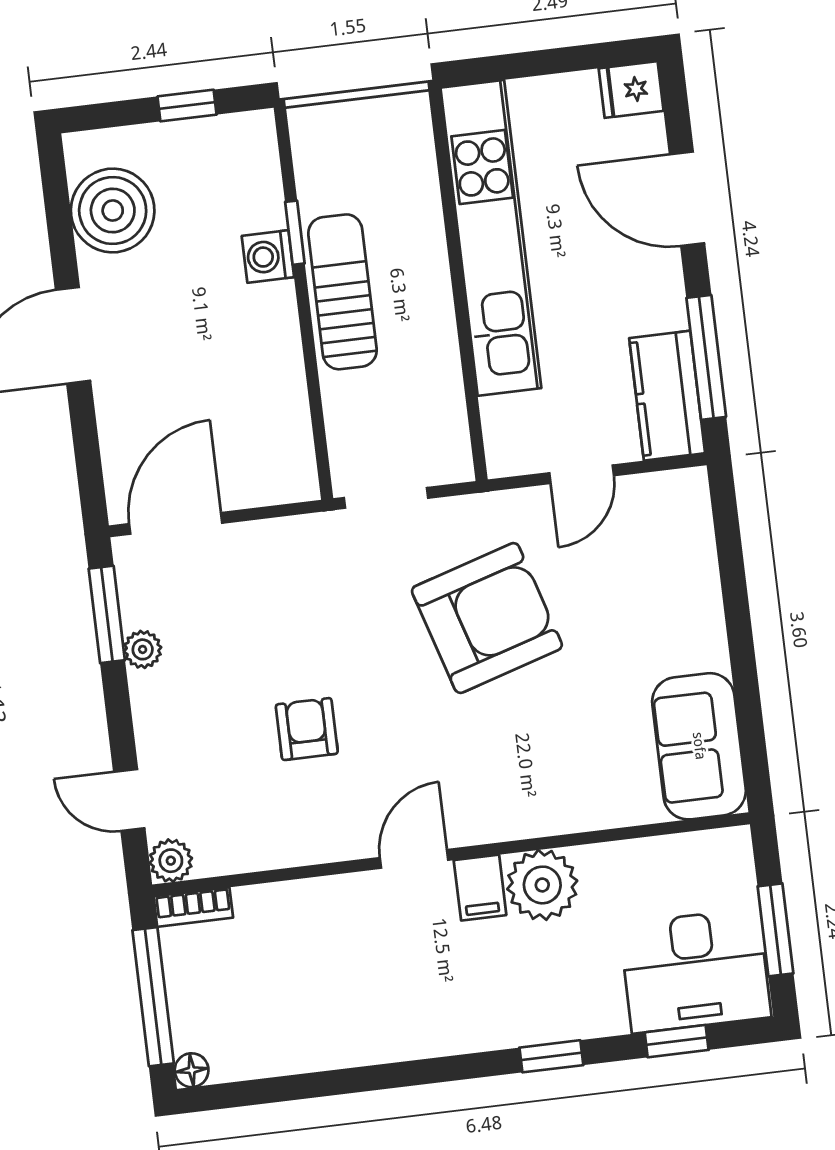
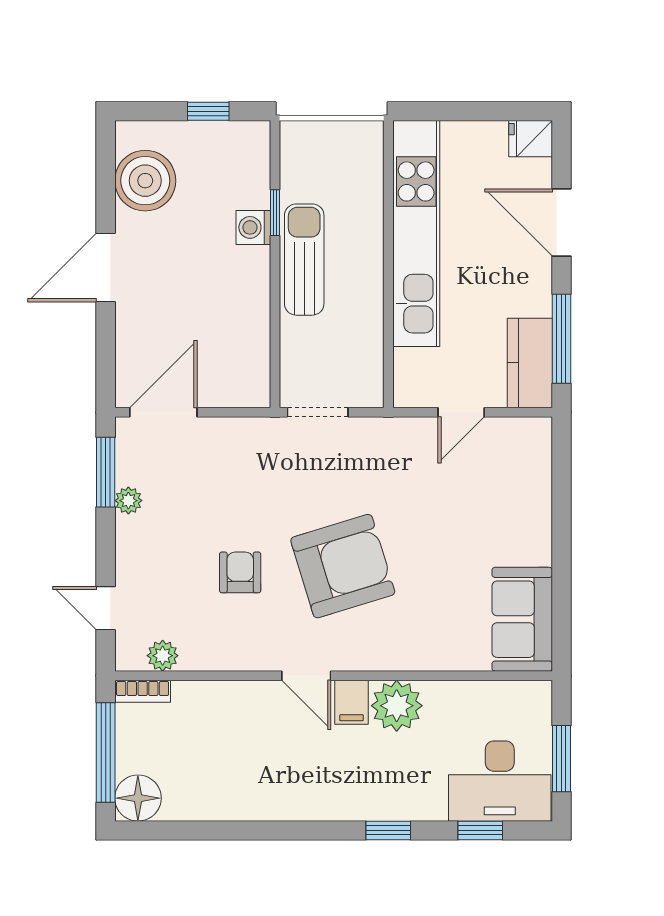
armchair: (487, 618) -> (343, 566), moved
door: (414, 859) -> (306, 676), swing flipped
plant: (171, 861) -> (163, 656), moved
floor lamp: (192, 1070) -> (138, 798), width x1.89, depth x1.89

